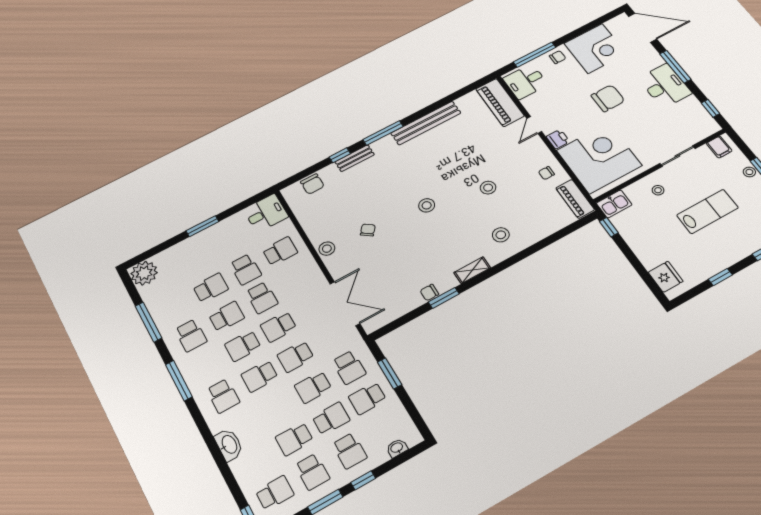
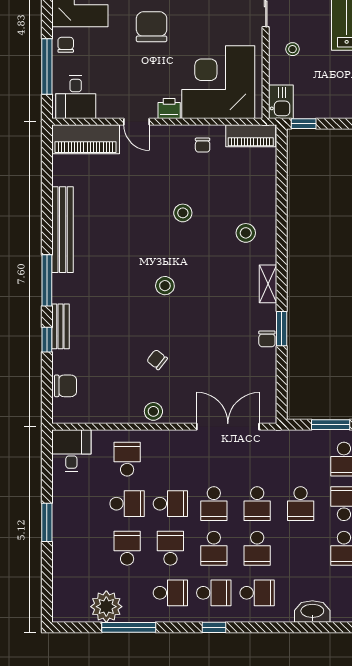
plant: (144, 273) -> (106, 607), moved
school desk: (349, 367) -> (214, 593), moved
window: (179, 381) -> (214, 627), width x0.46

